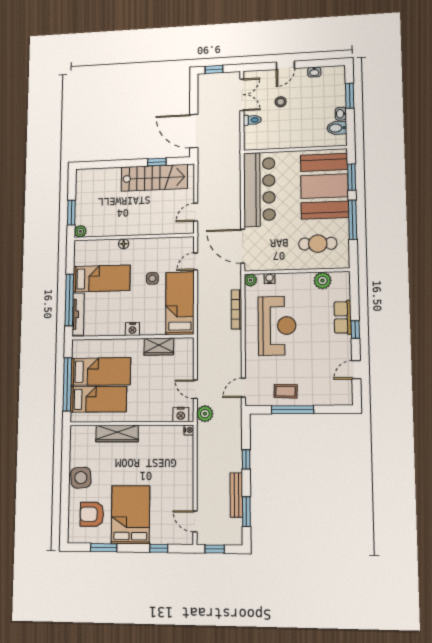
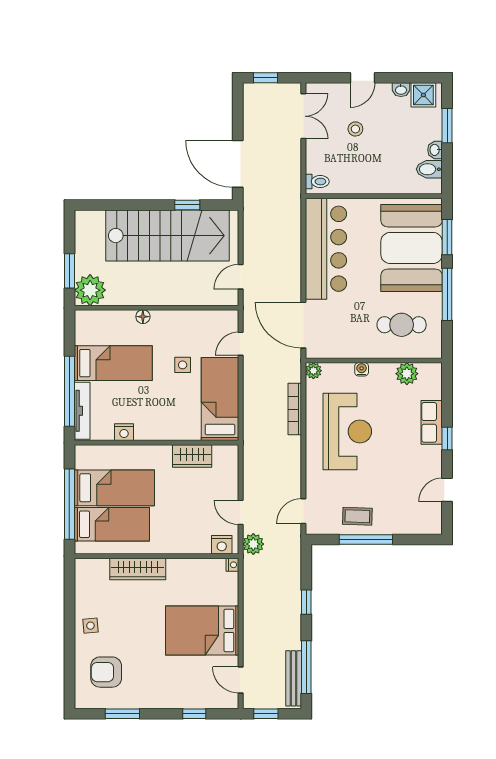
shower: (331, 75) -> (423, 95), added
toilet: (252, 120) -> (317, 182), moved
stairs: (154, 178) -> (168, 236), width x1.36, depth x1.51
plant: (80, 231) -> (90, 290), width x1.87, depth x1.87
water cooler: (269, 279) -> (362, 369), moved
nightstand: (132, 329) -> (124, 432), moved
side table: (81, 478) -> (90, 626), width x0.54, depth x0.54
bench: (236, 495) -> (294, 678), moved
window: (246, 512) -> (306, 667), width x1.44
bed: (131, 515) -> (202, 630), moved, turned -90

